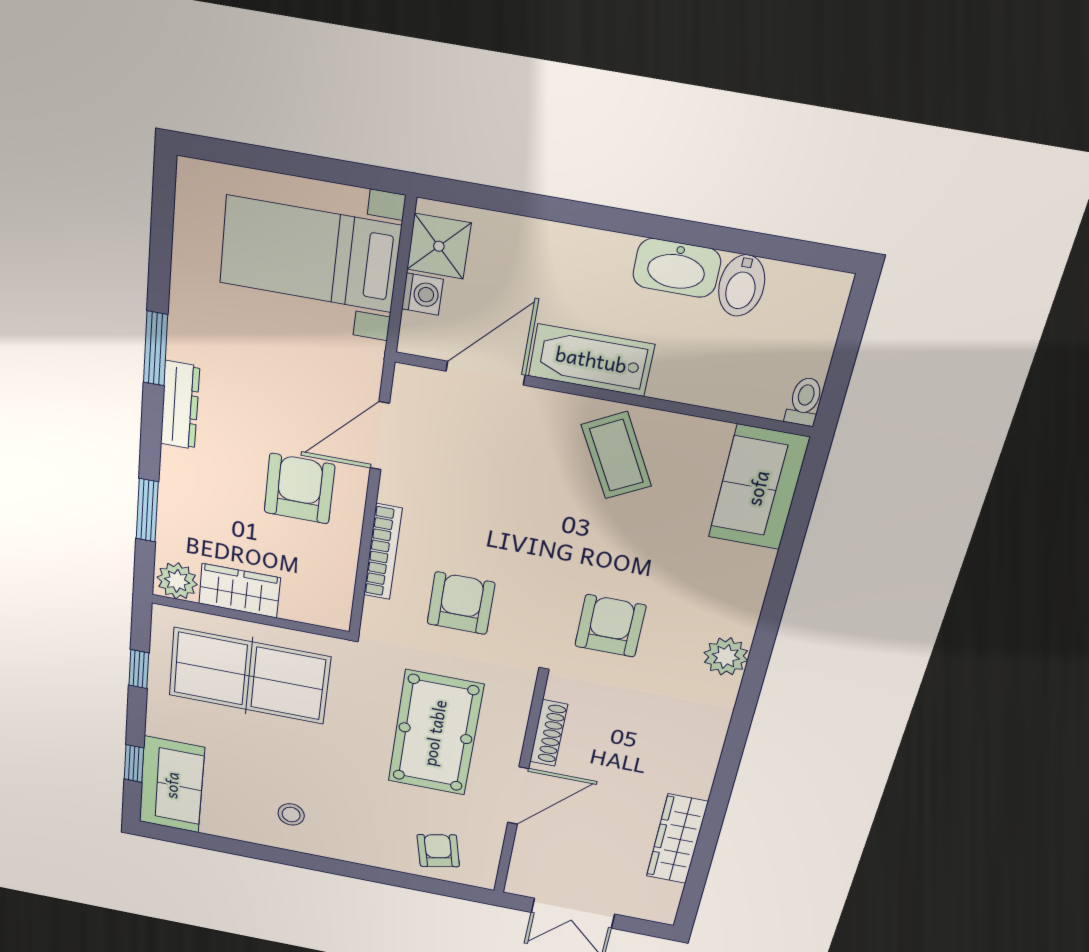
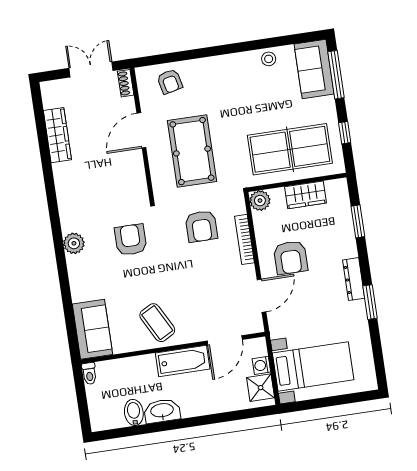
plant: (177, 581) -> (260, 201), moved
armchair: (610, 626) -> (131, 240), turned 180
shoe rack: (549, 733) -> (126, 83), moved, width x0.70
window: (134, 764) -> (336, 75), width x2.17
stool: (291, 814) -> (269, 59), moved

